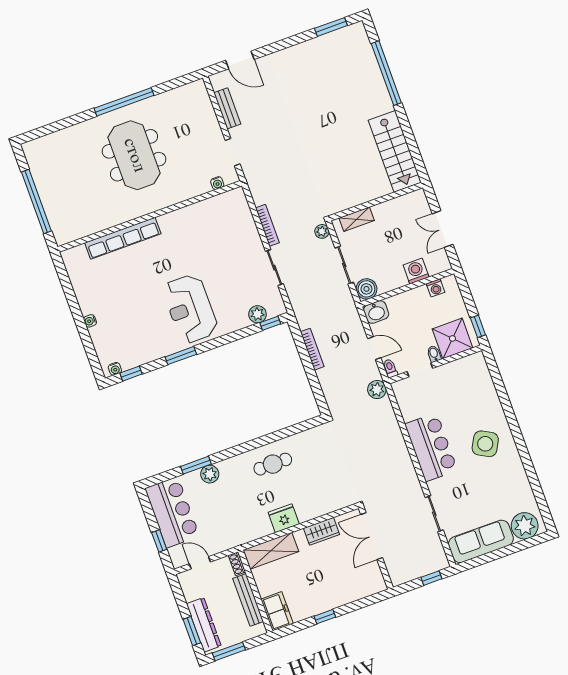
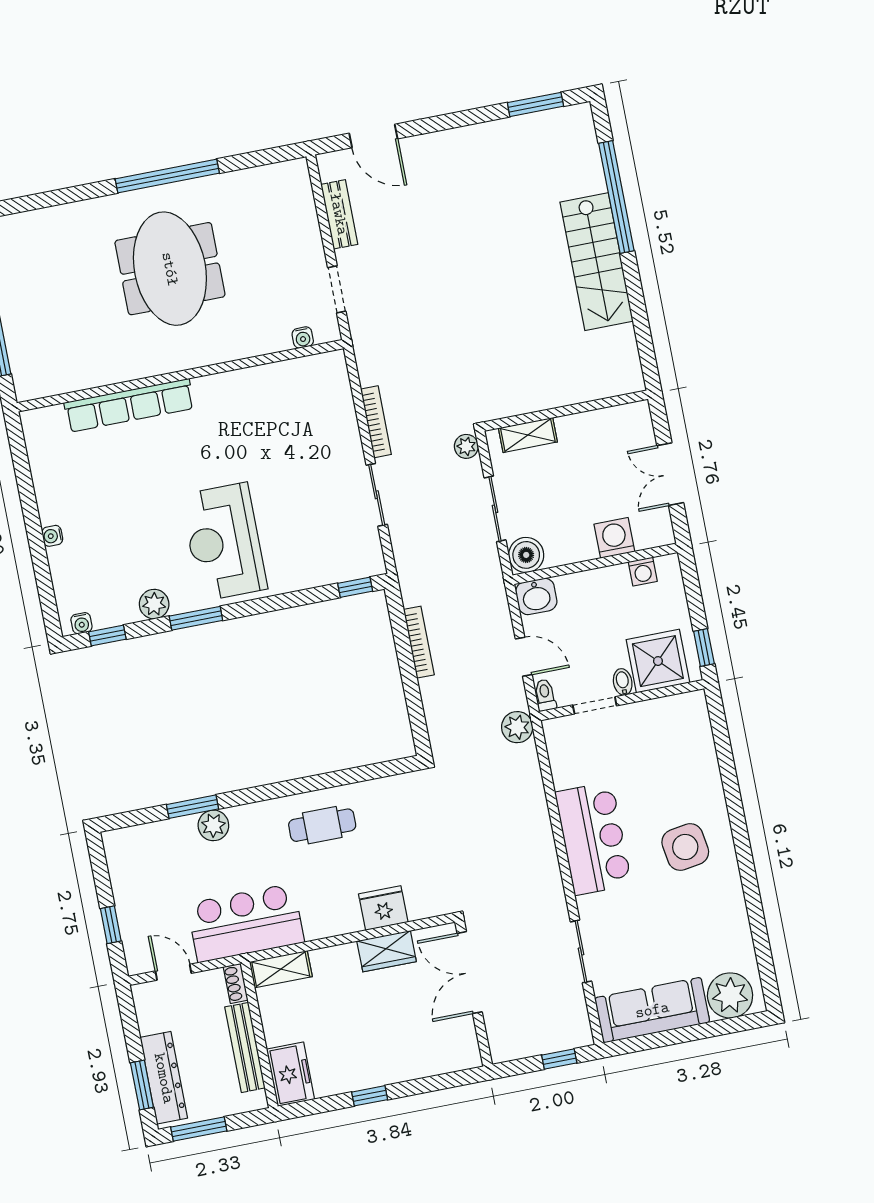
stairs: (395, 151) -> (597, 262), moved
plant: (257, 314) -> (154, 604), moved
side table: (485, 444) -> (685, 847), turned -38
bar counter: (172, 512) -> (246, 923), moved, turned -90
fridge: (284, 518) -> (383, 908), moved
shelving: (271, 551) -> (281, 969), width x0.67, depth x0.75

